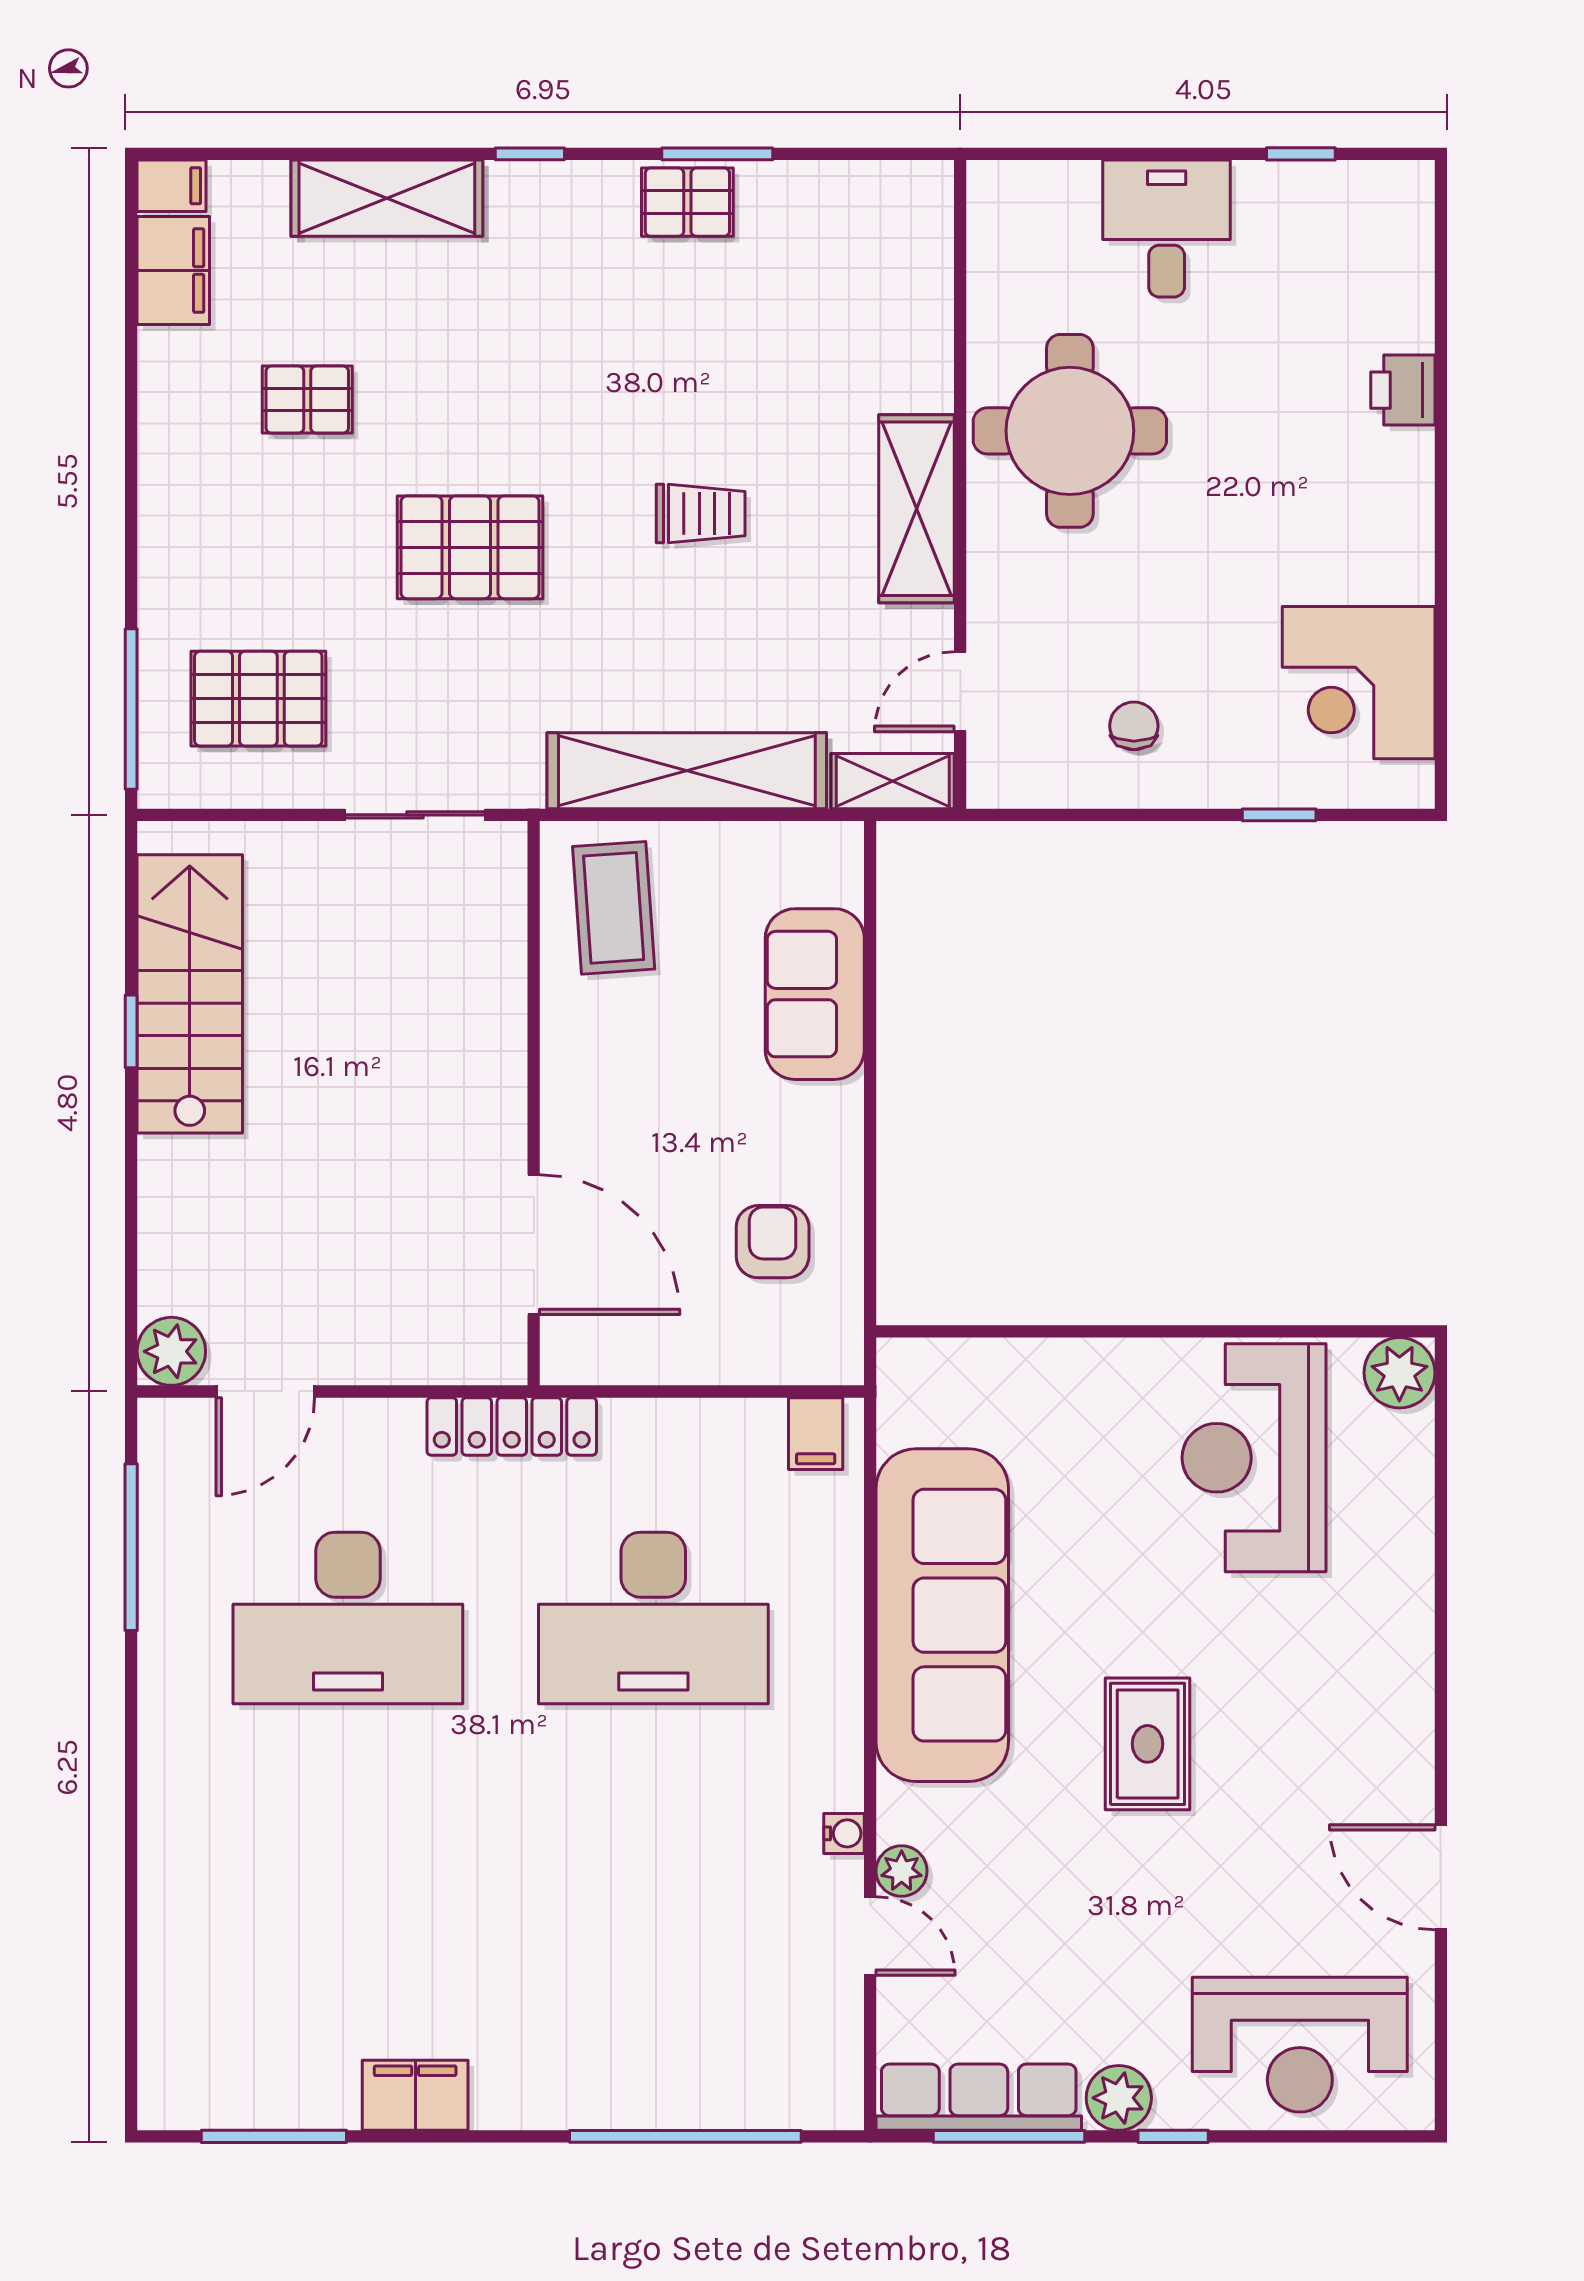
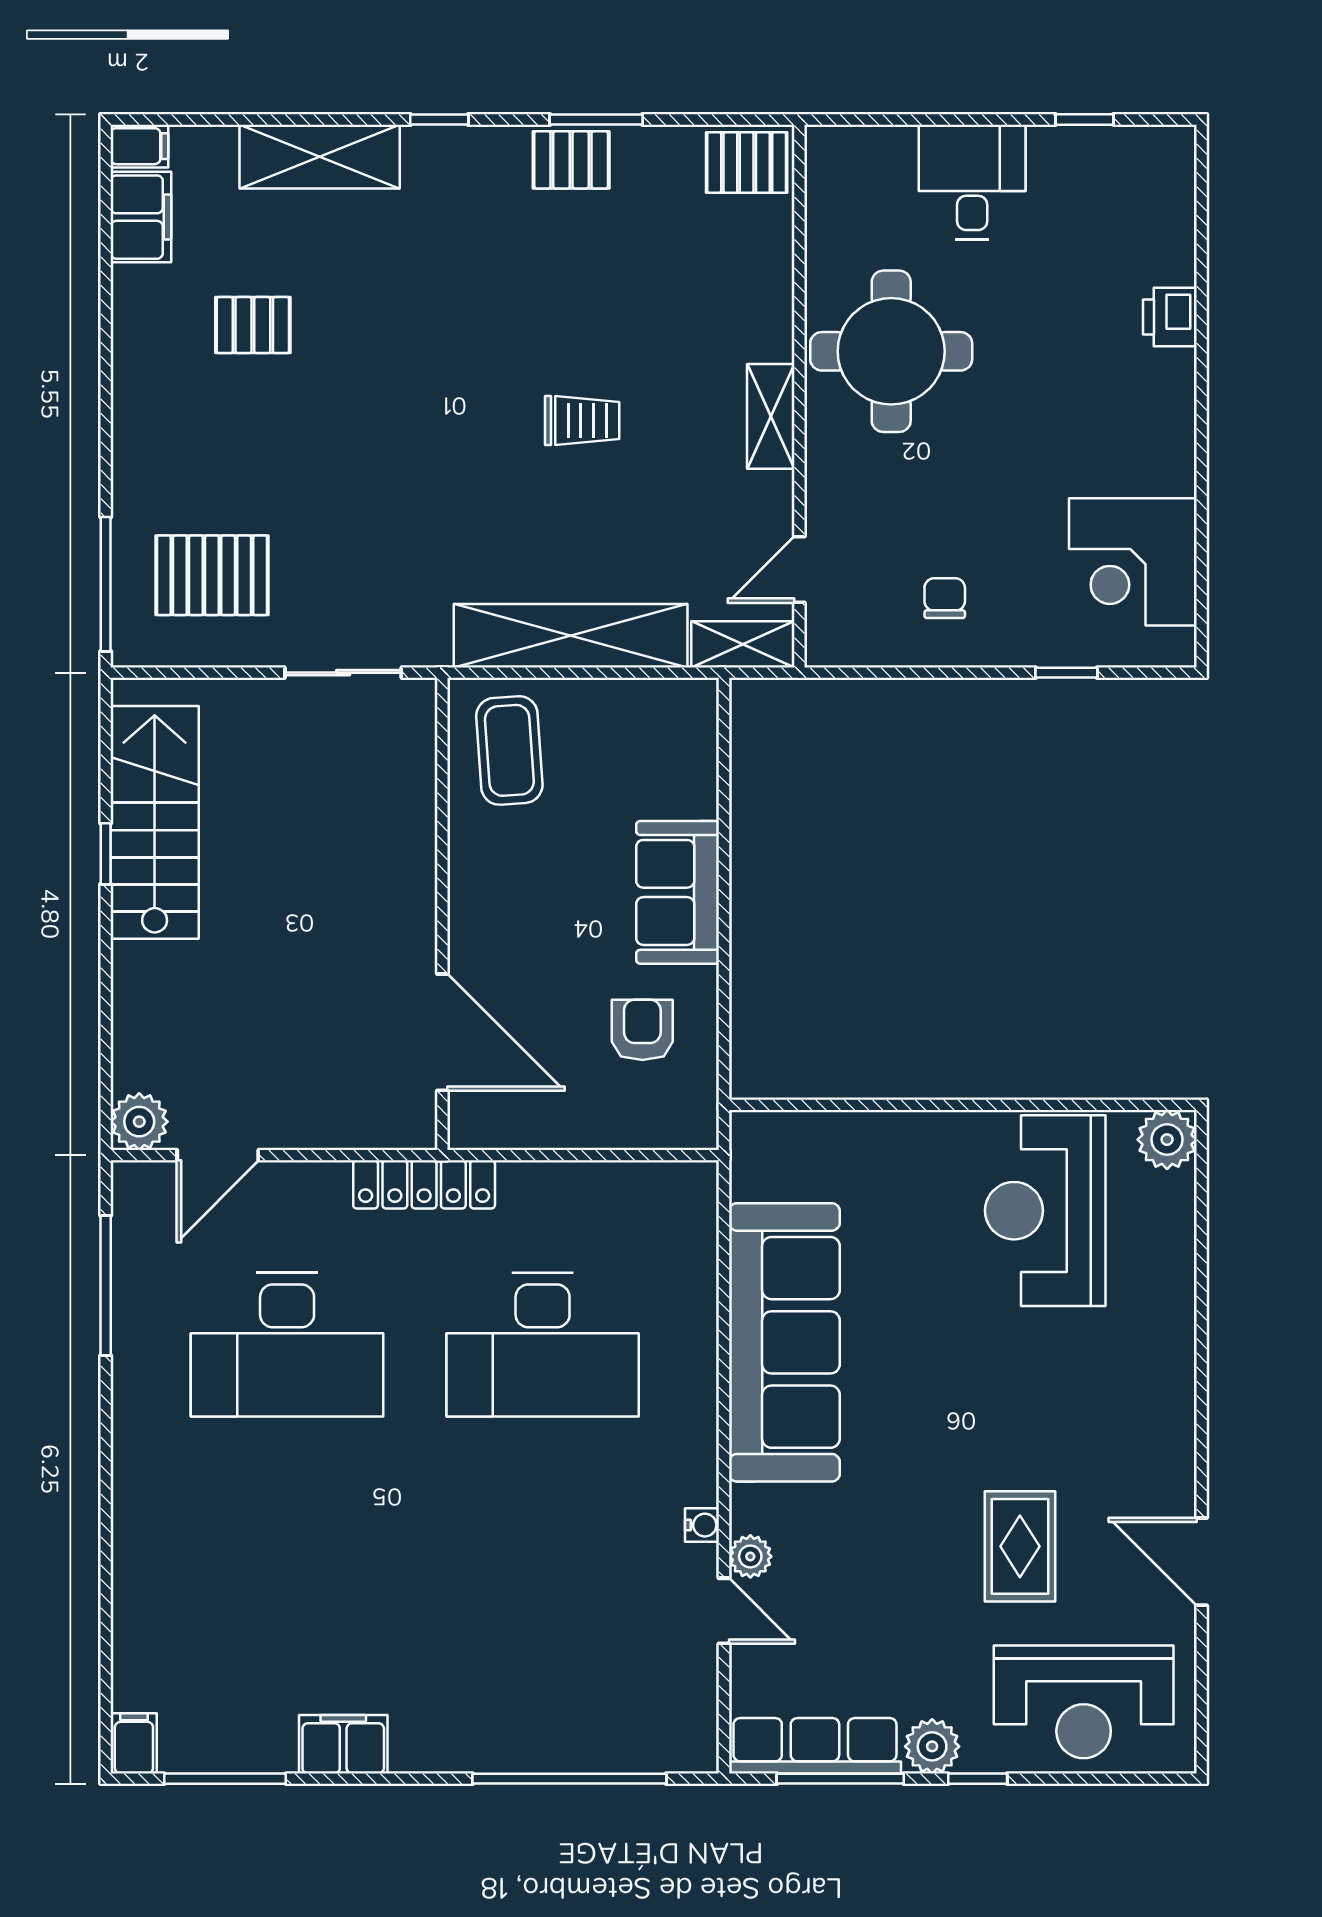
shelving: (917, 509) -> (771, 416), width x0.67, depth x0.75
pallet: (470, 547) -> (747, 163), moved, width x0.67, depth x0.71
sofa: (815, 994) -> (678, 892), moved
filing cabinet: (816, 1434) -> (134, 1743), moved, turned 180
rug: (1148, 1744) -> (1020, 1546), moved

